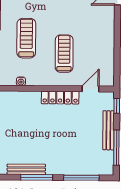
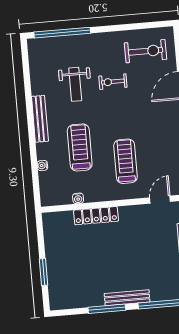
locker: (60, 98) -> (96, 216), moved
bench: (26, 169) -> (127, 298), moved

